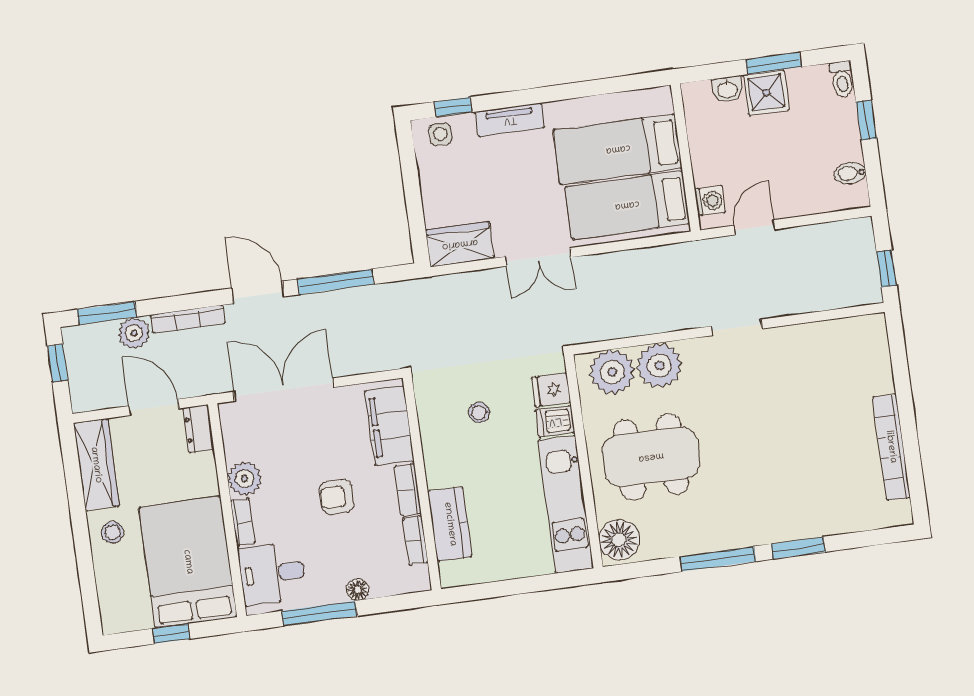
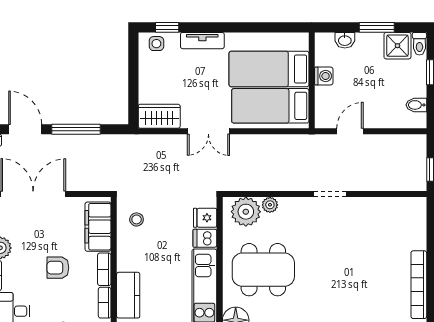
shower: (766, 93) -> (397, 46), moved
washing machine: (710, 201) -> (324, 76), moved
plant: (659, 366) -> (270, 205), width x0.53, depth x0.53
stool: (479, 413) -> (137, 219), moved

